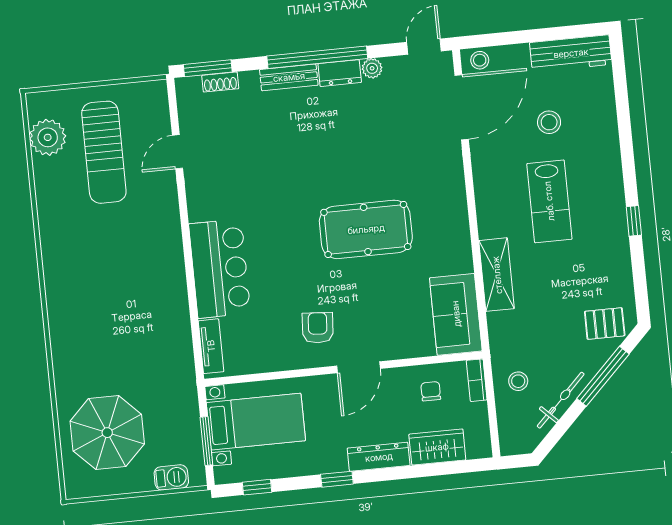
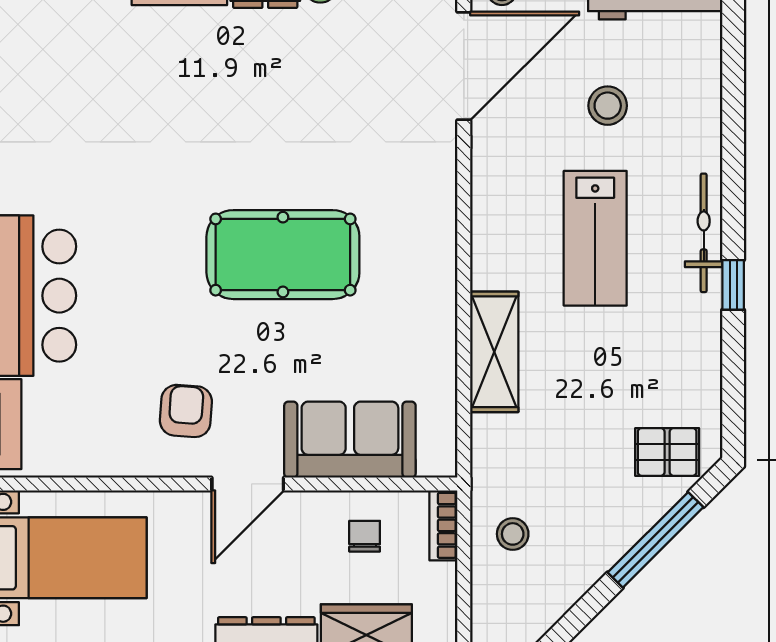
sofa: (456, 314) -> (350, 440), moved, turned 90
bicycle: (561, 400) -> (704, 233), moved, turned -45

